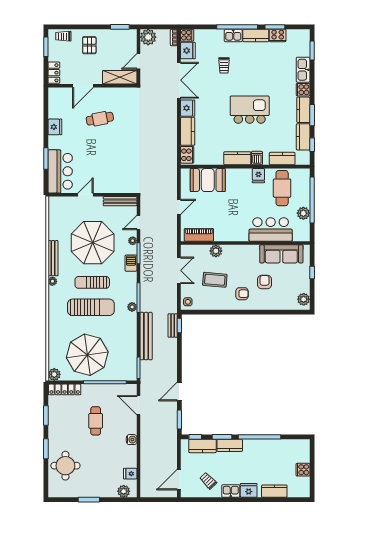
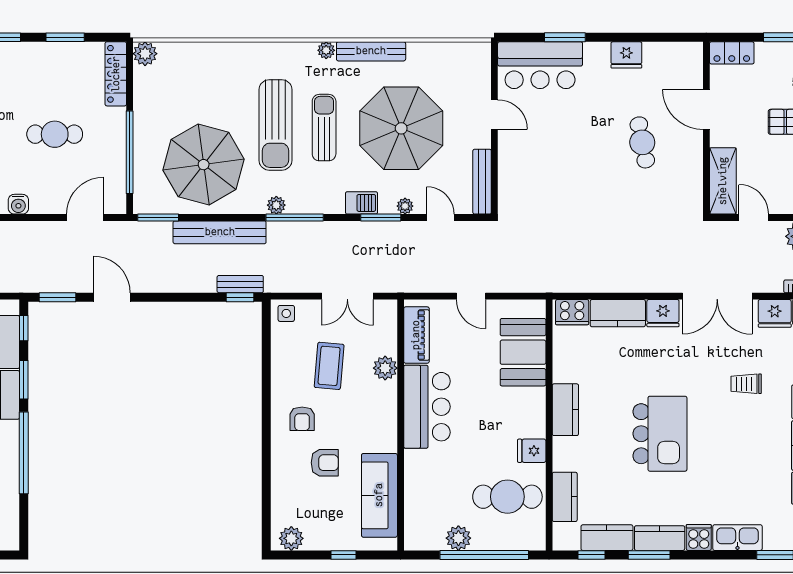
dishwasher: (257, 158) -> (566, 448), removed
bar counter: (271, 229) -> (427, 407), moved
parasol: (87, 355) -> (204, 165), moved

